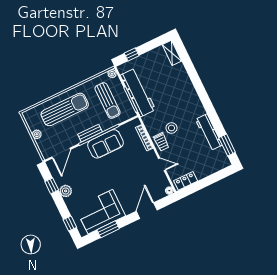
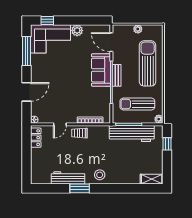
sun lounger: (65, 109) -> (148, 63), turned 180
stool: (171, 128) -> (100, 175), moved
sofa: (105, 144) -> (101, 70), moved
window: (227, 145) -> (80, 188), moved
window: (52, 186) -> (87, 20), removed
door: (147, 211) -> (26, 92), hinge flipped
corner sofa: (100, 212) -> (51, 39), moved, turned 90
window: (108, 229) -> (26, 51), width x1.44

